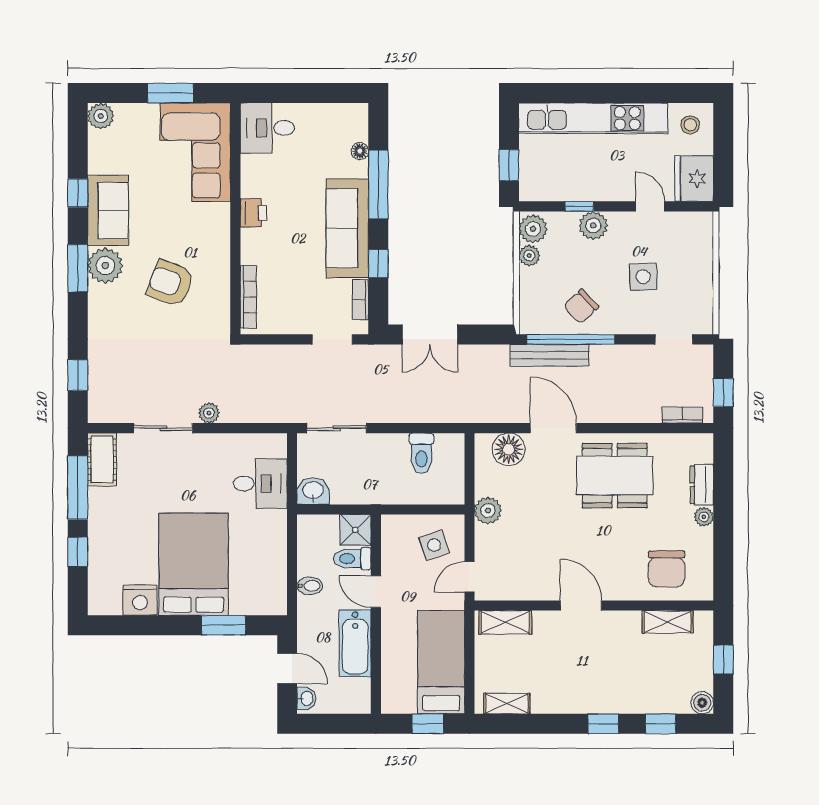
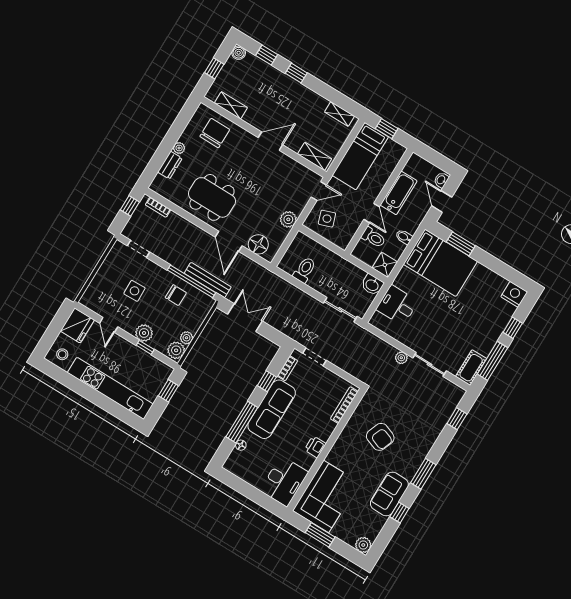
desk: (267, 128) -> (284, 481), width x1.37
plant: (105, 266) -> (408, 467), removed
chair: (581, 306) -> (176, 295), turned 43
double door: (430, 334) -> (245, 318), moved
shower: (355, 530) -> (385, 265), moved
bed: (194, 564) -> (440, 263), moved, turned -90
nightstand: (140, 600) -> (514, 294), moved
door: (581, 606) -> (270, 141), swing flipped

